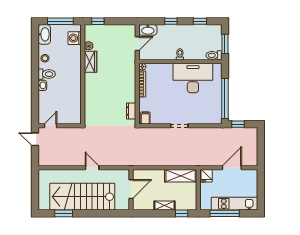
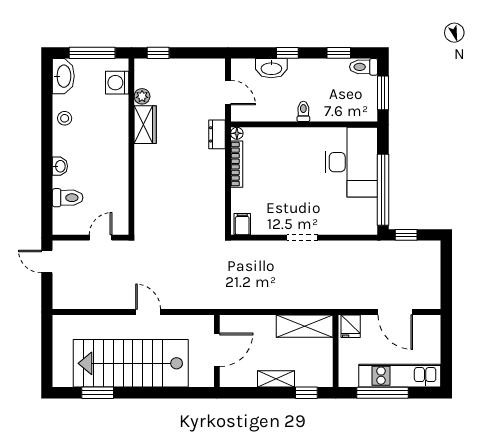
washbasin: (148, 30) -> (271, 68), moved
door: (137, 44) -> (228, 93), hinge flipped
toilet: (214, 55) -> (364, 67), moved
toilet: (47, 74) -> (68, 198), moved
desk: (193, 78) -> (351, 162), moved, turned 90
dresser: (131, 111) -> (217, 134), moved
door: (51, 126) -> (101, 238), moved
door: (232, 168) -> (395, 312), swing flipped

